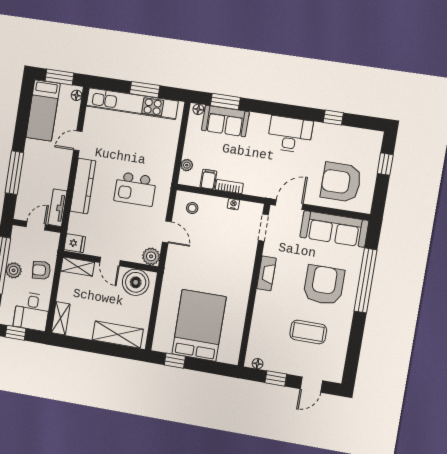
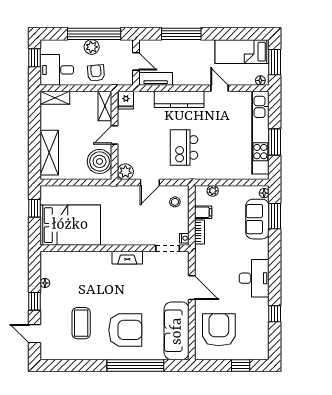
doorway: (263, 228) -> (168, 248), moved
fireplace: (266, 273) -> (127, 258), moved
wall: (254, 285) -> (115, 248), moved

